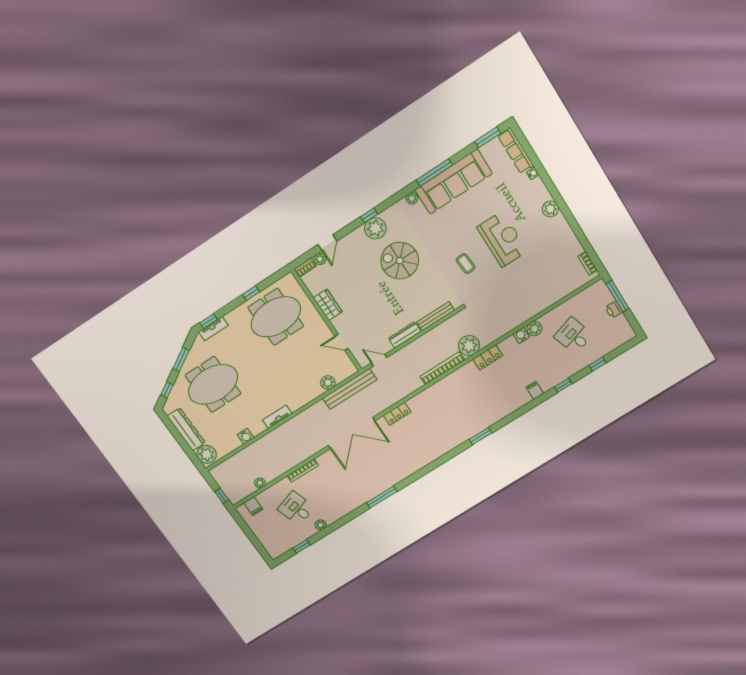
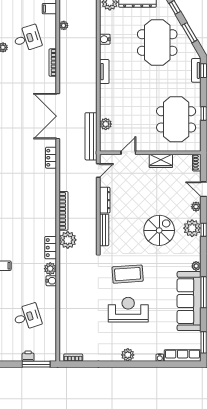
reception desk: (502, 239) -> (128, 310), turned 180
plant: (320, 259) -> (196, 207), moved
coffee table: (466, 264) -> (128, 274), width x1.86, depth x1.72
plant: (534, 329) -> (50, 269), moved

